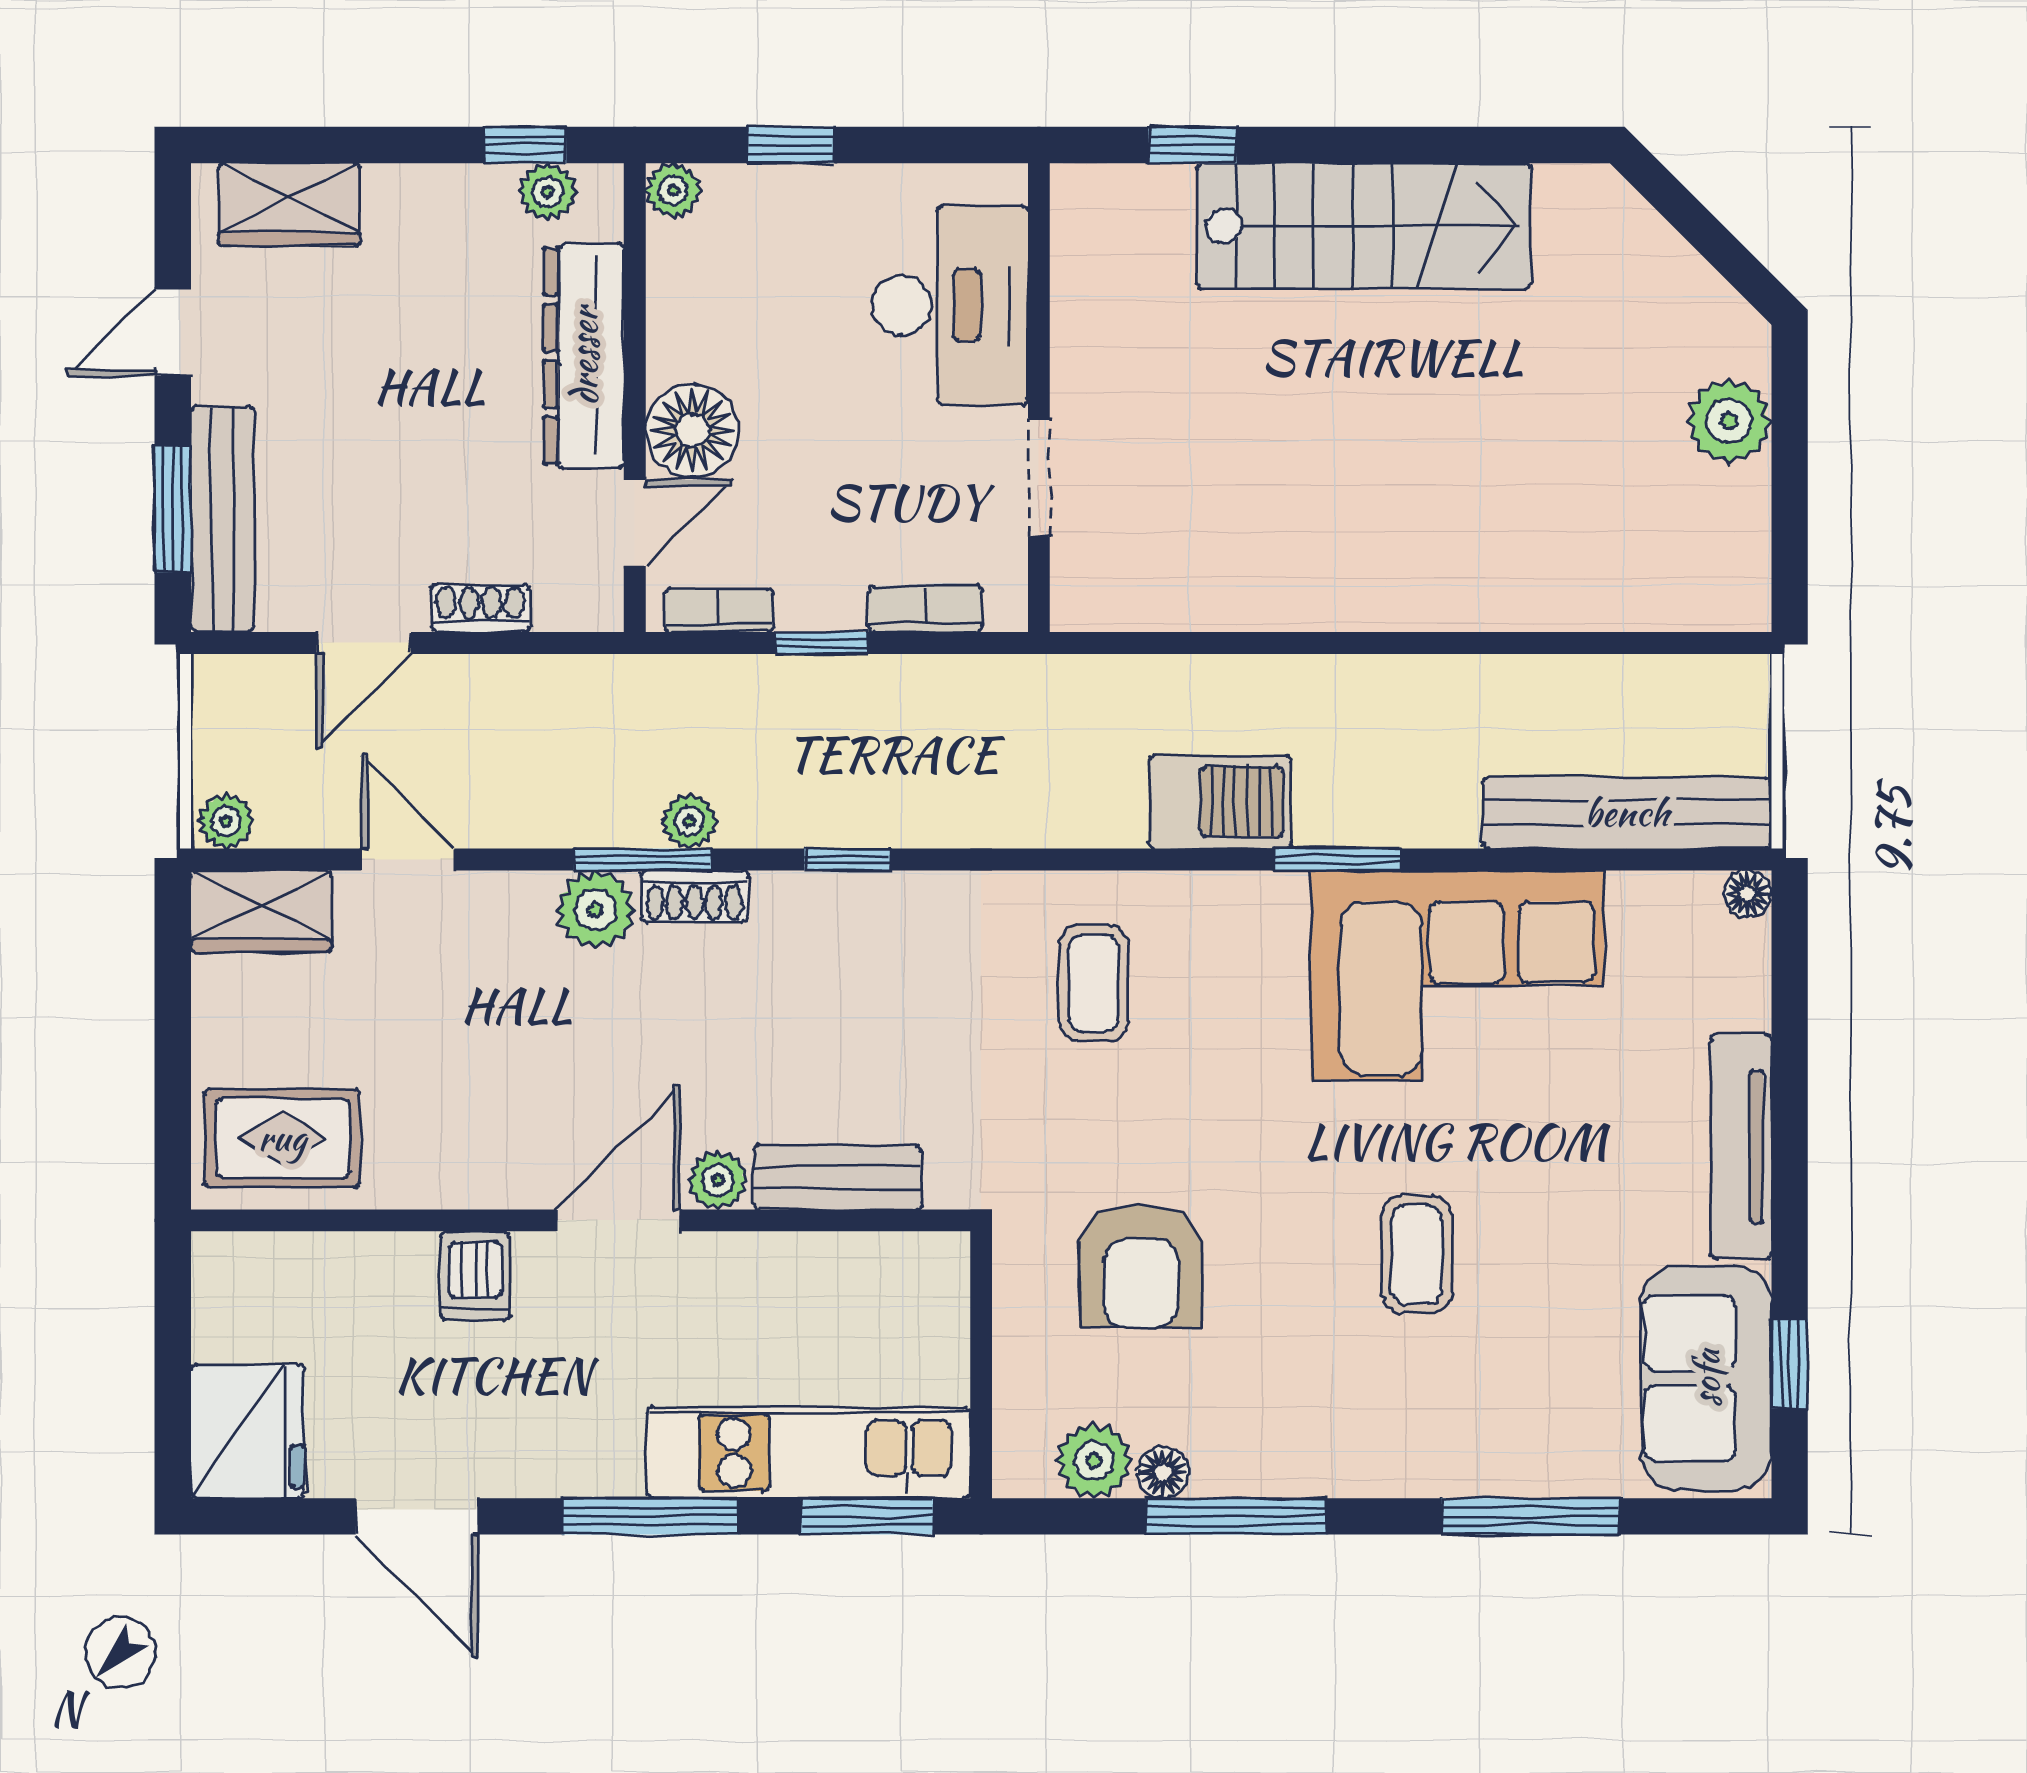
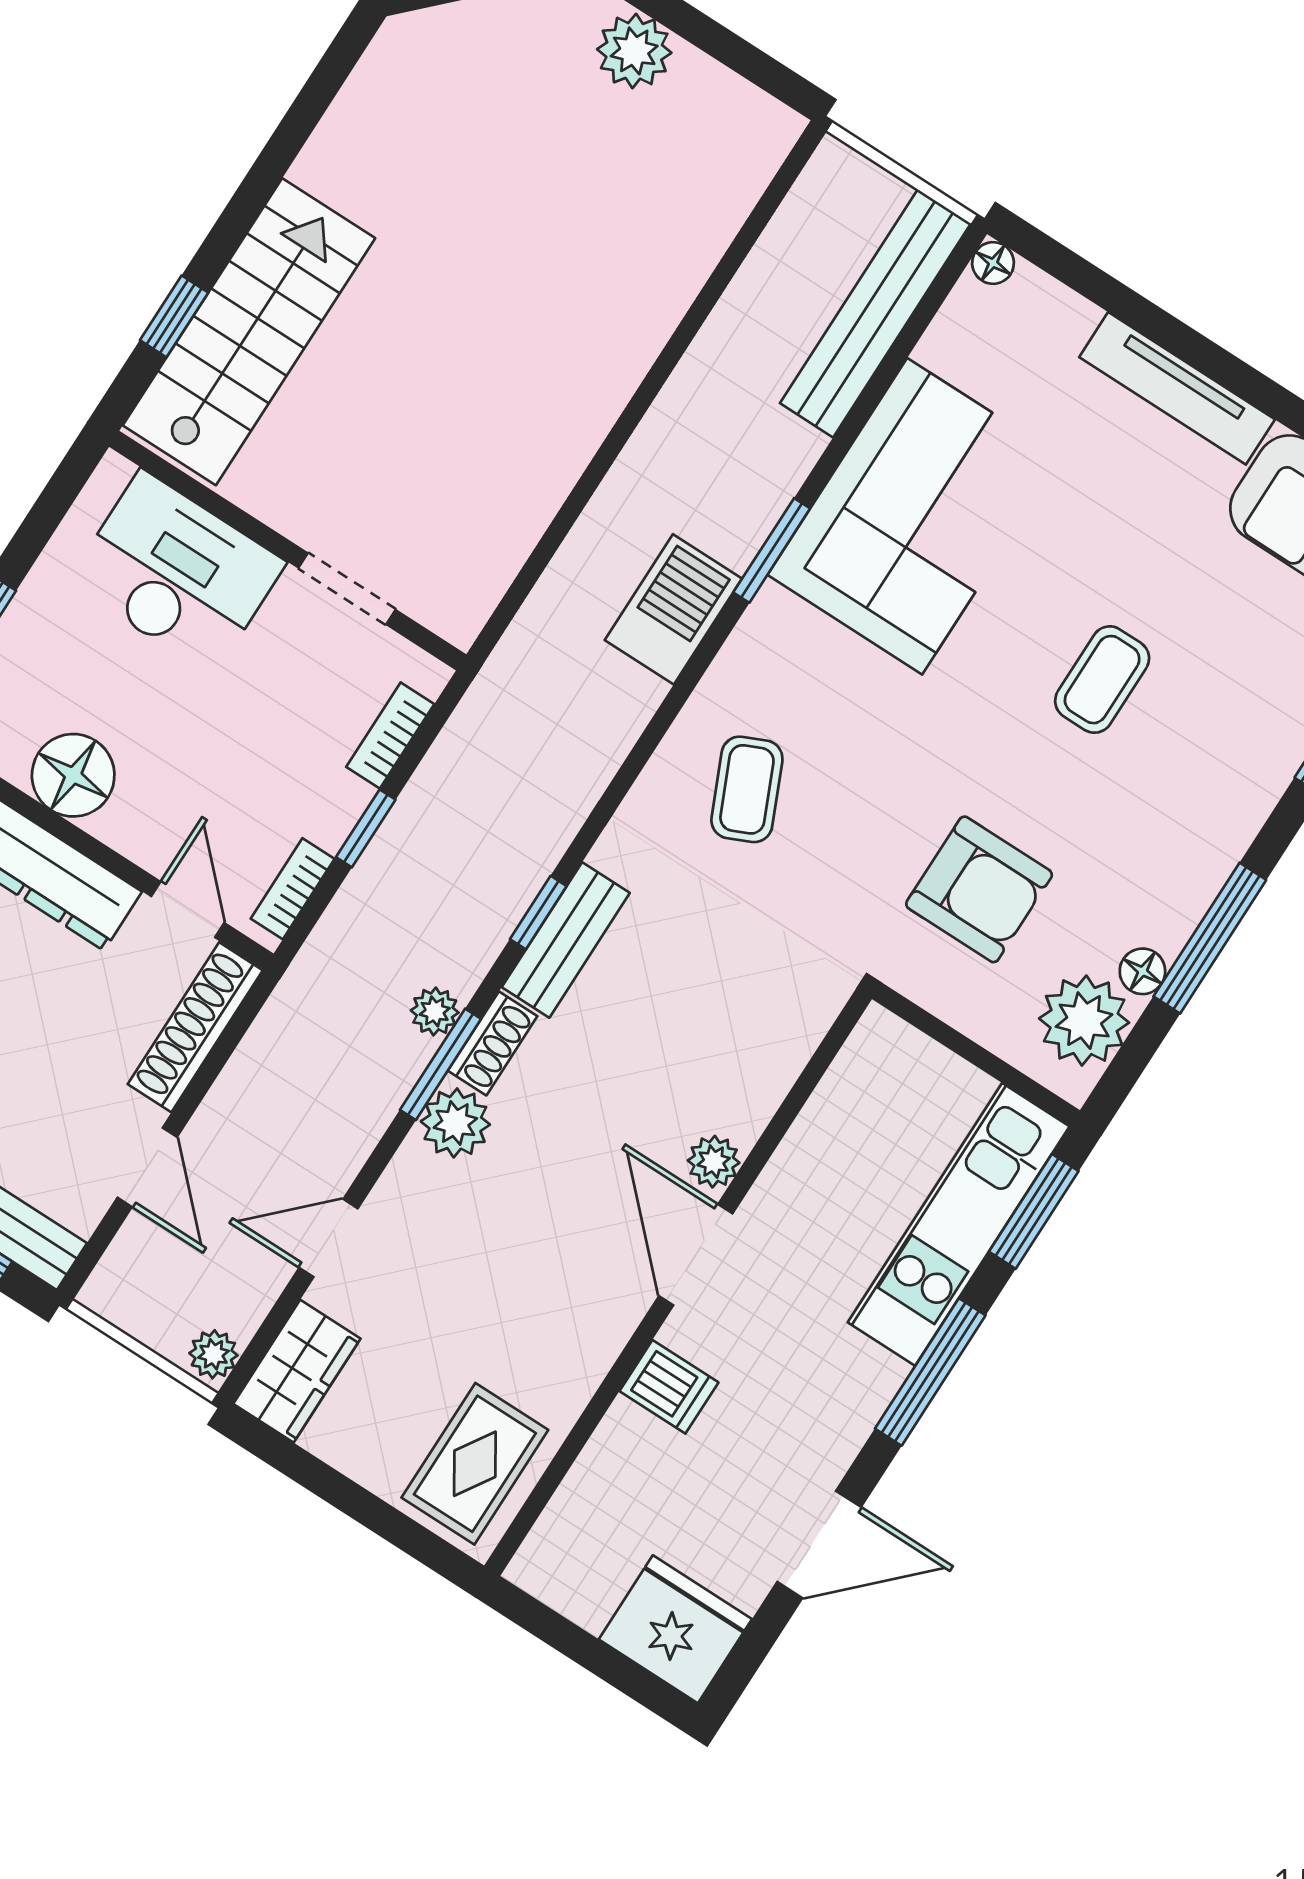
stairs: (1364, 226) -> (249, 332), moved
floor lamp: (692, 431) -> (73, 775), moved
shoe rack: (480, 608) -> (195, 1027), width x1.94, depth x1.24
coffee table: (1093, 983) -> (747, 789), turned 66
bench: (837, 1177) -> (566, 940), moved
coffee table: (1417, 1254) -> (1102, 680), turned 90
plant: (1094, 1461) -> (1084, 1021), width x1.36, depth x1.36

